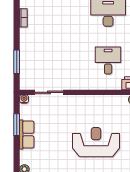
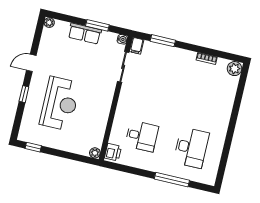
filing cabinet: (27, 85) -> (137, 46), added

